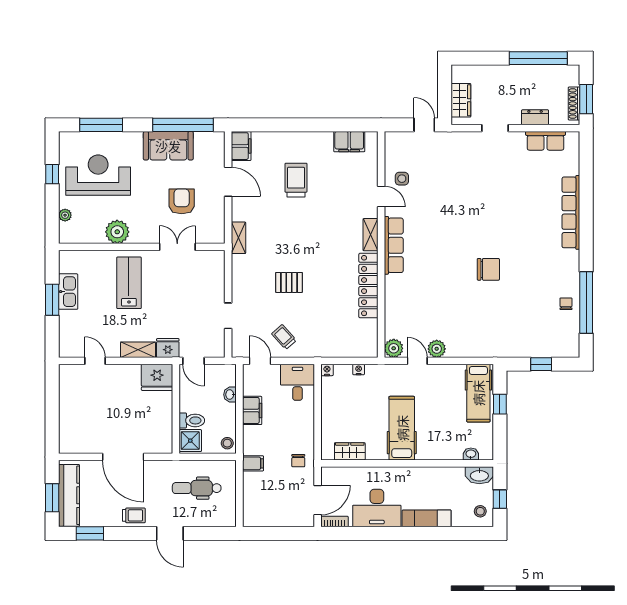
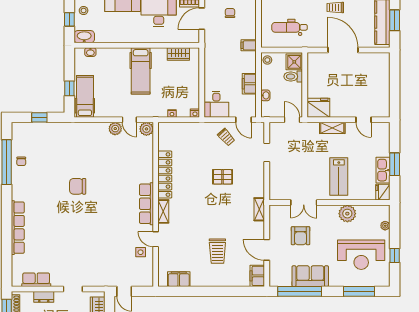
fridge: (168, 348) -> (383, 192), moved, turned 90
chair: (298, 461) -> (230, 13), moved
dental chair: (197, 488) -> (290, 27), turned 180

